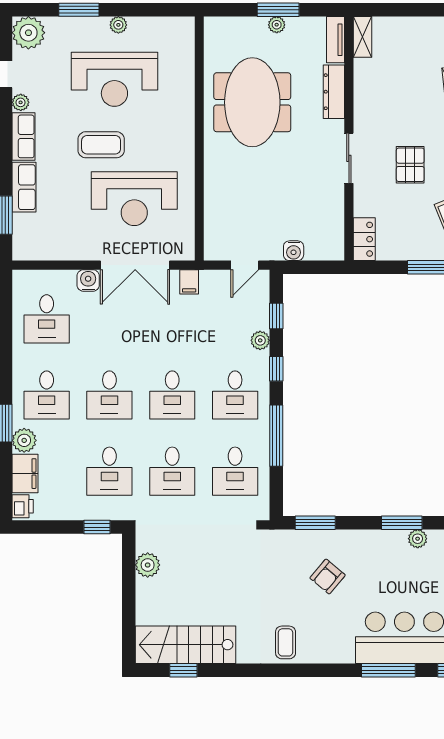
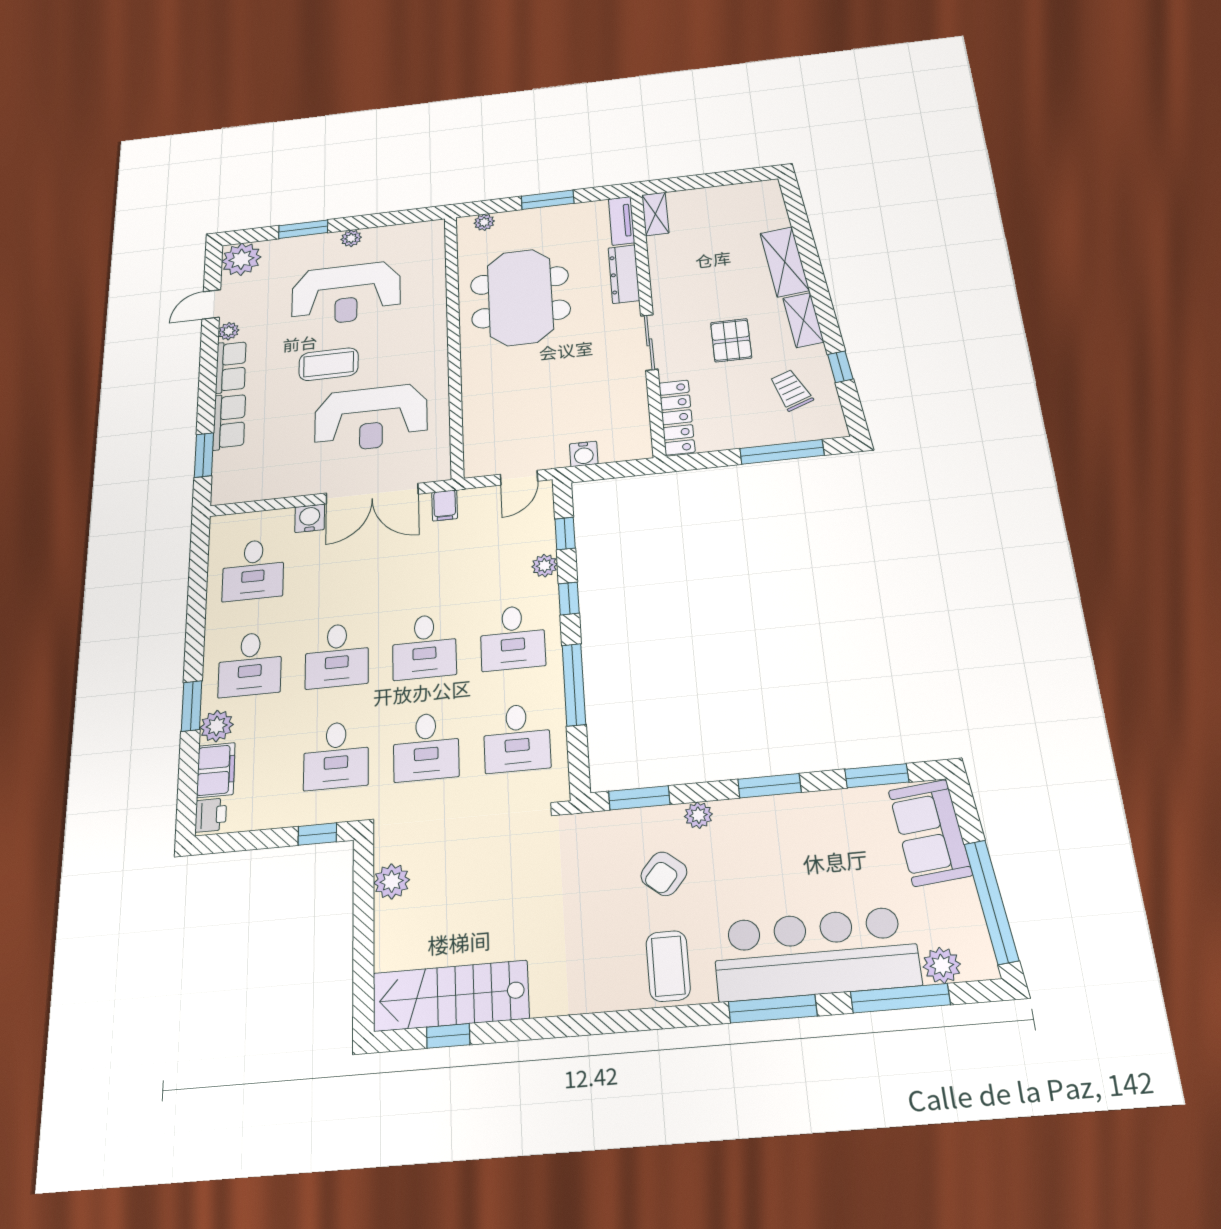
plant: (277, 25) -> (484, 222), moved
locker: (364, 239) -> (677, 417), width x1.53
plant: (418, 539) -> (698, 815), moved
coffee table: (286, 642) -> (668, 966), moved, width x1.36, depth x1.30

